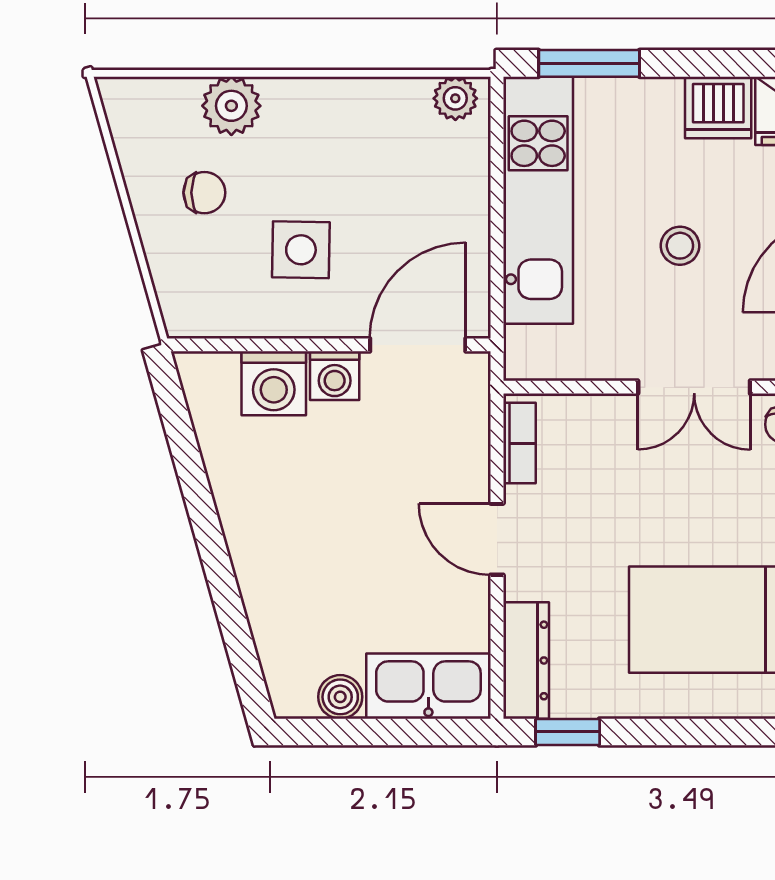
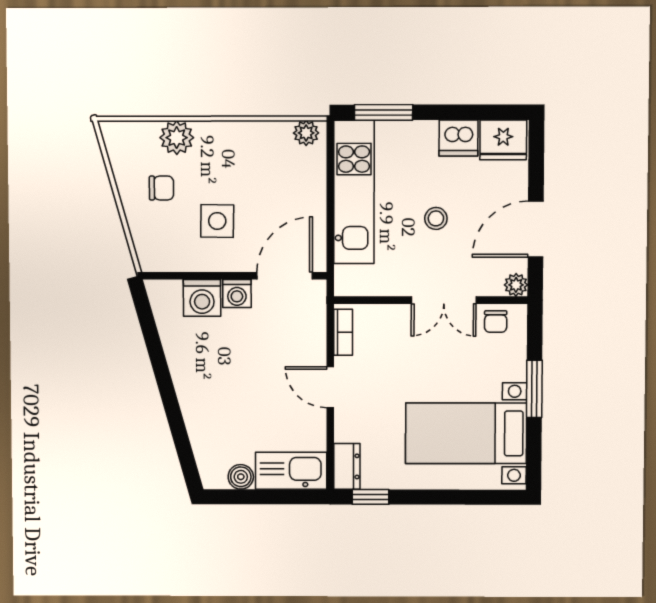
dresser: (526, 660) -> (347, 466), width x0.70

